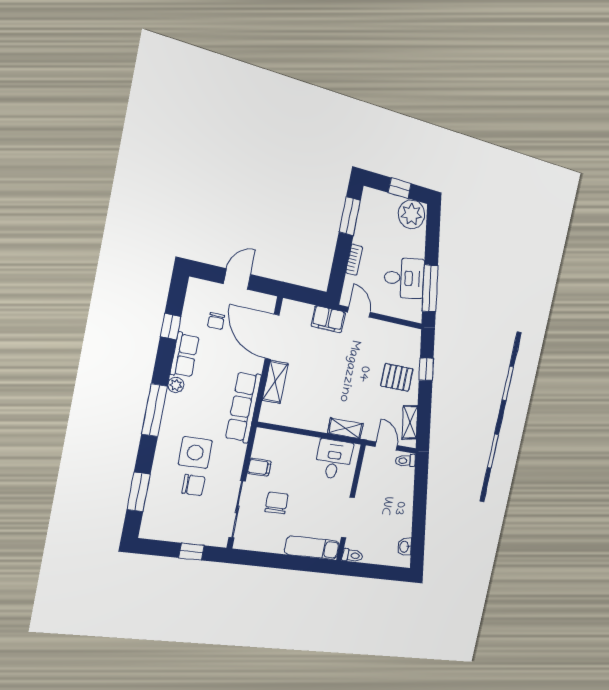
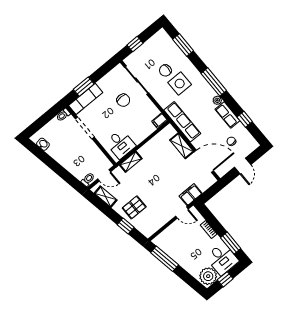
desk: (404, 278) -> (222, 259), moved, turned -80
filing cabinet: (259, 467) -> (160, 121), moved
window: (299, 563) -> (84, 87), added

